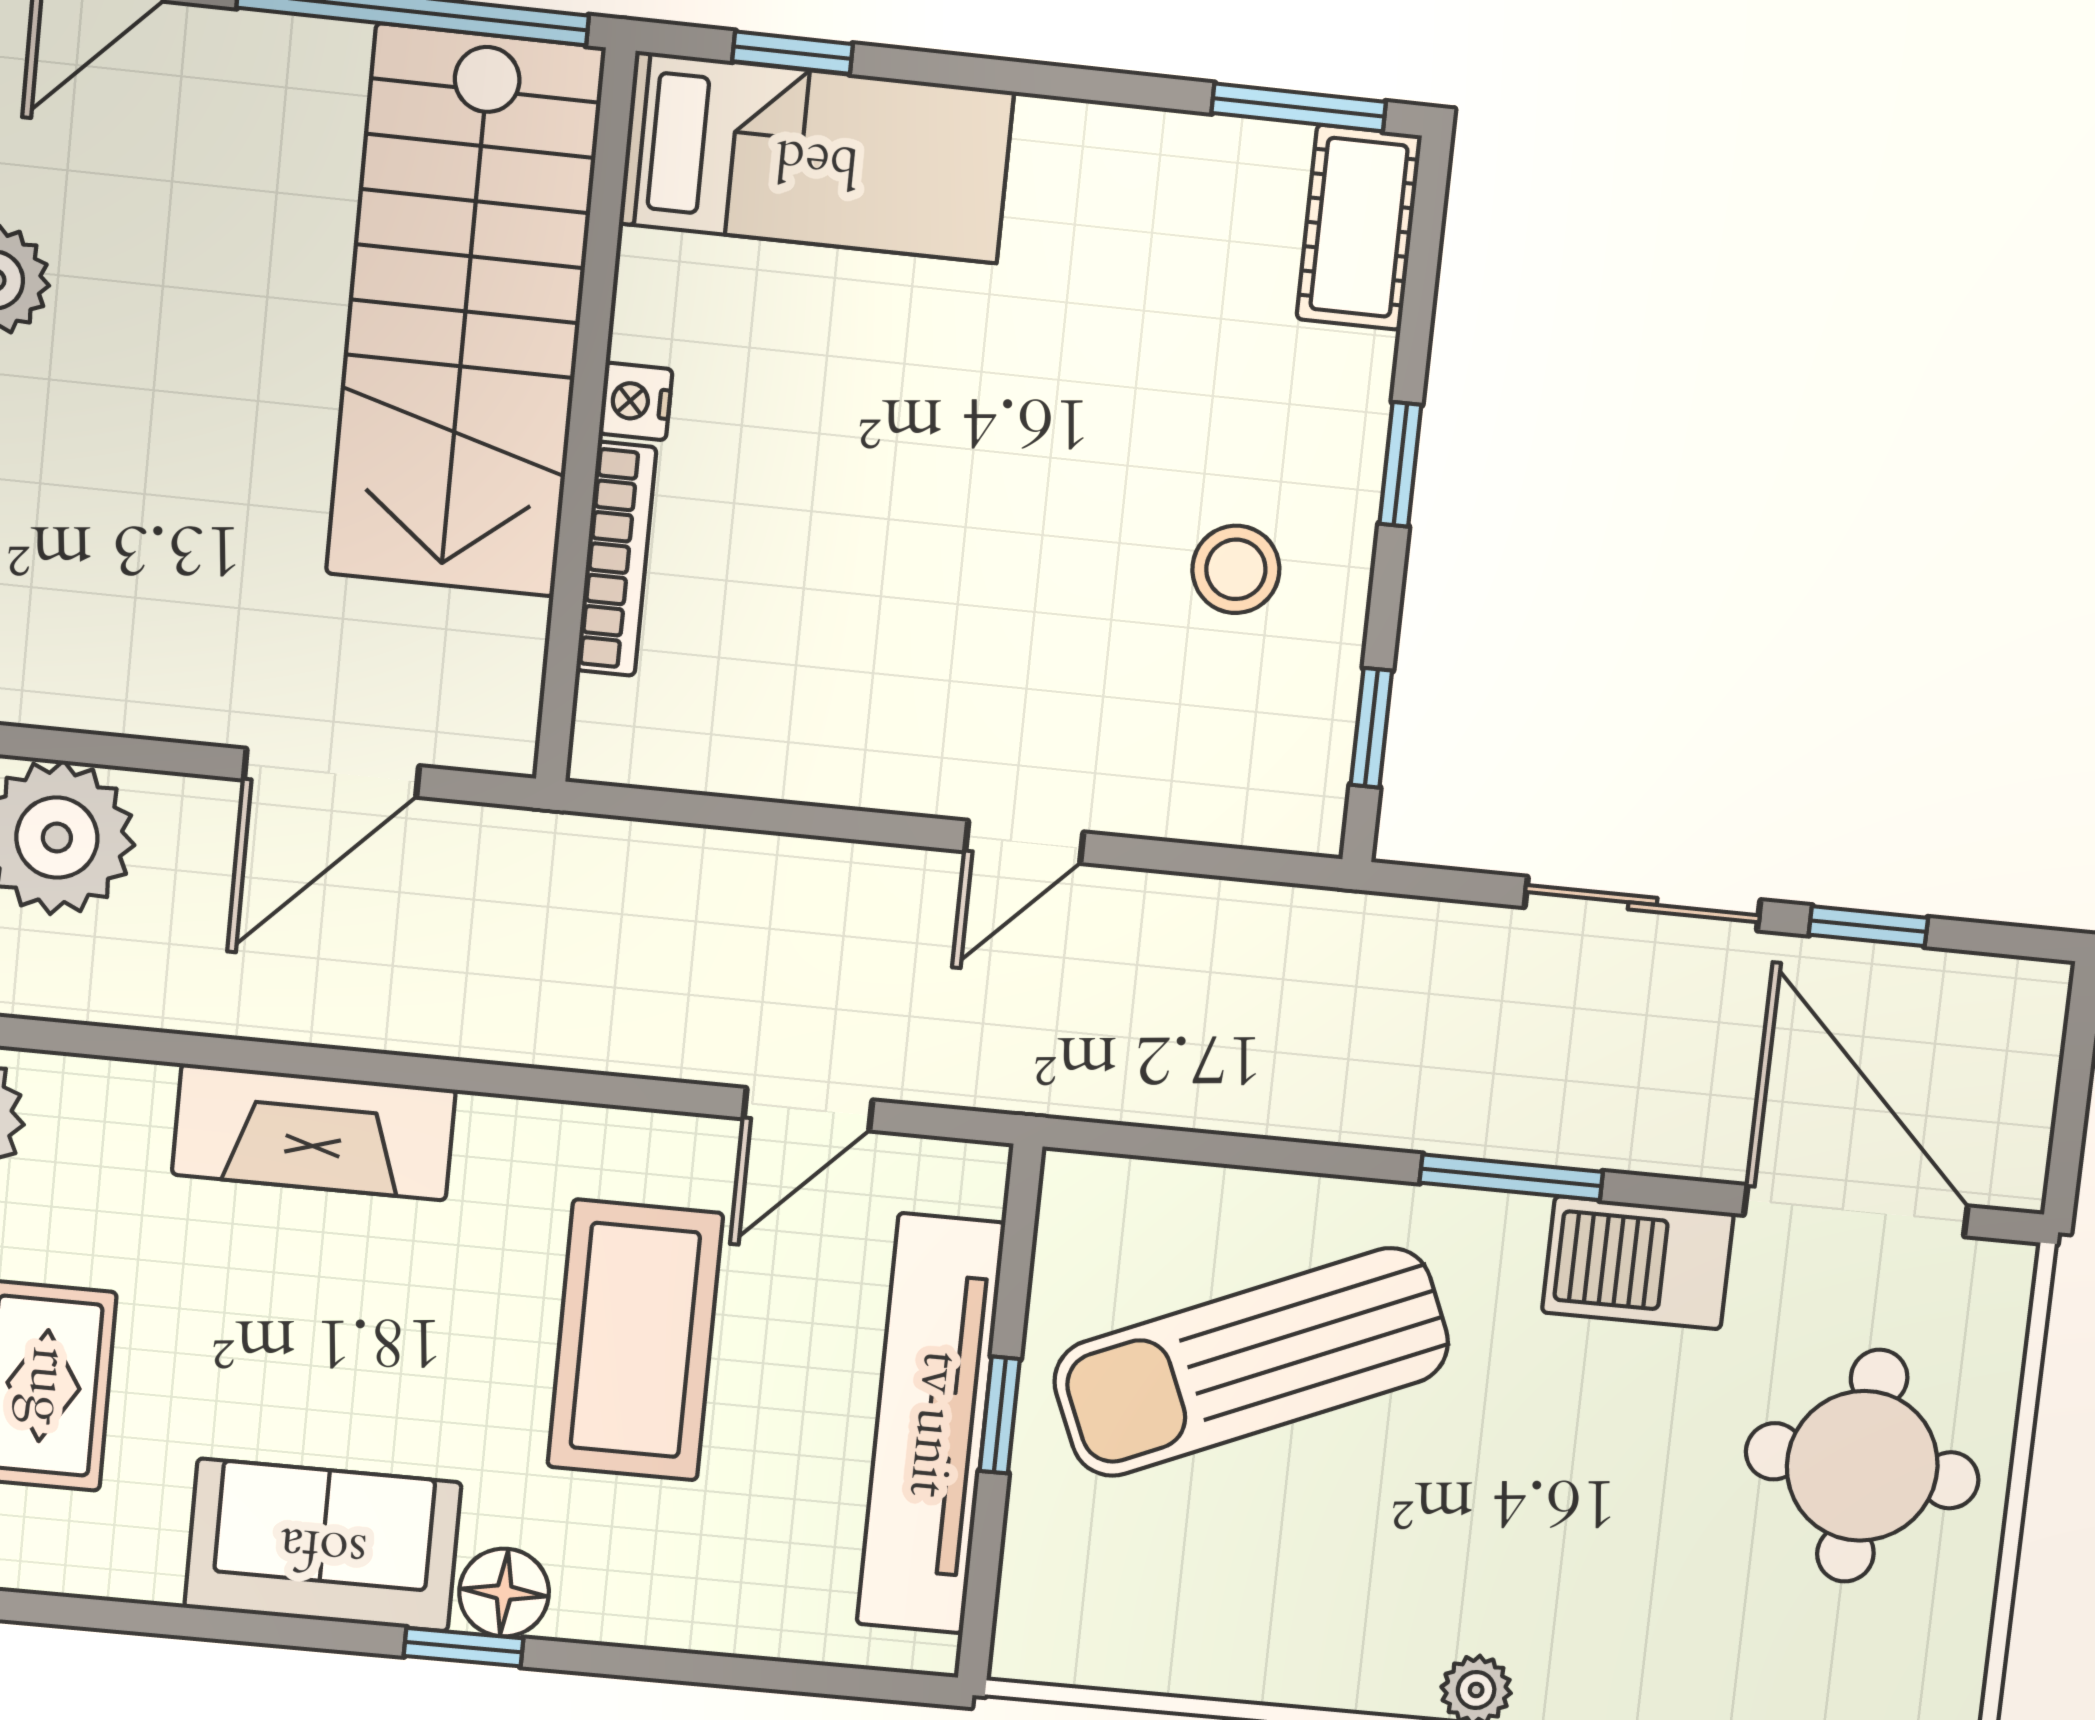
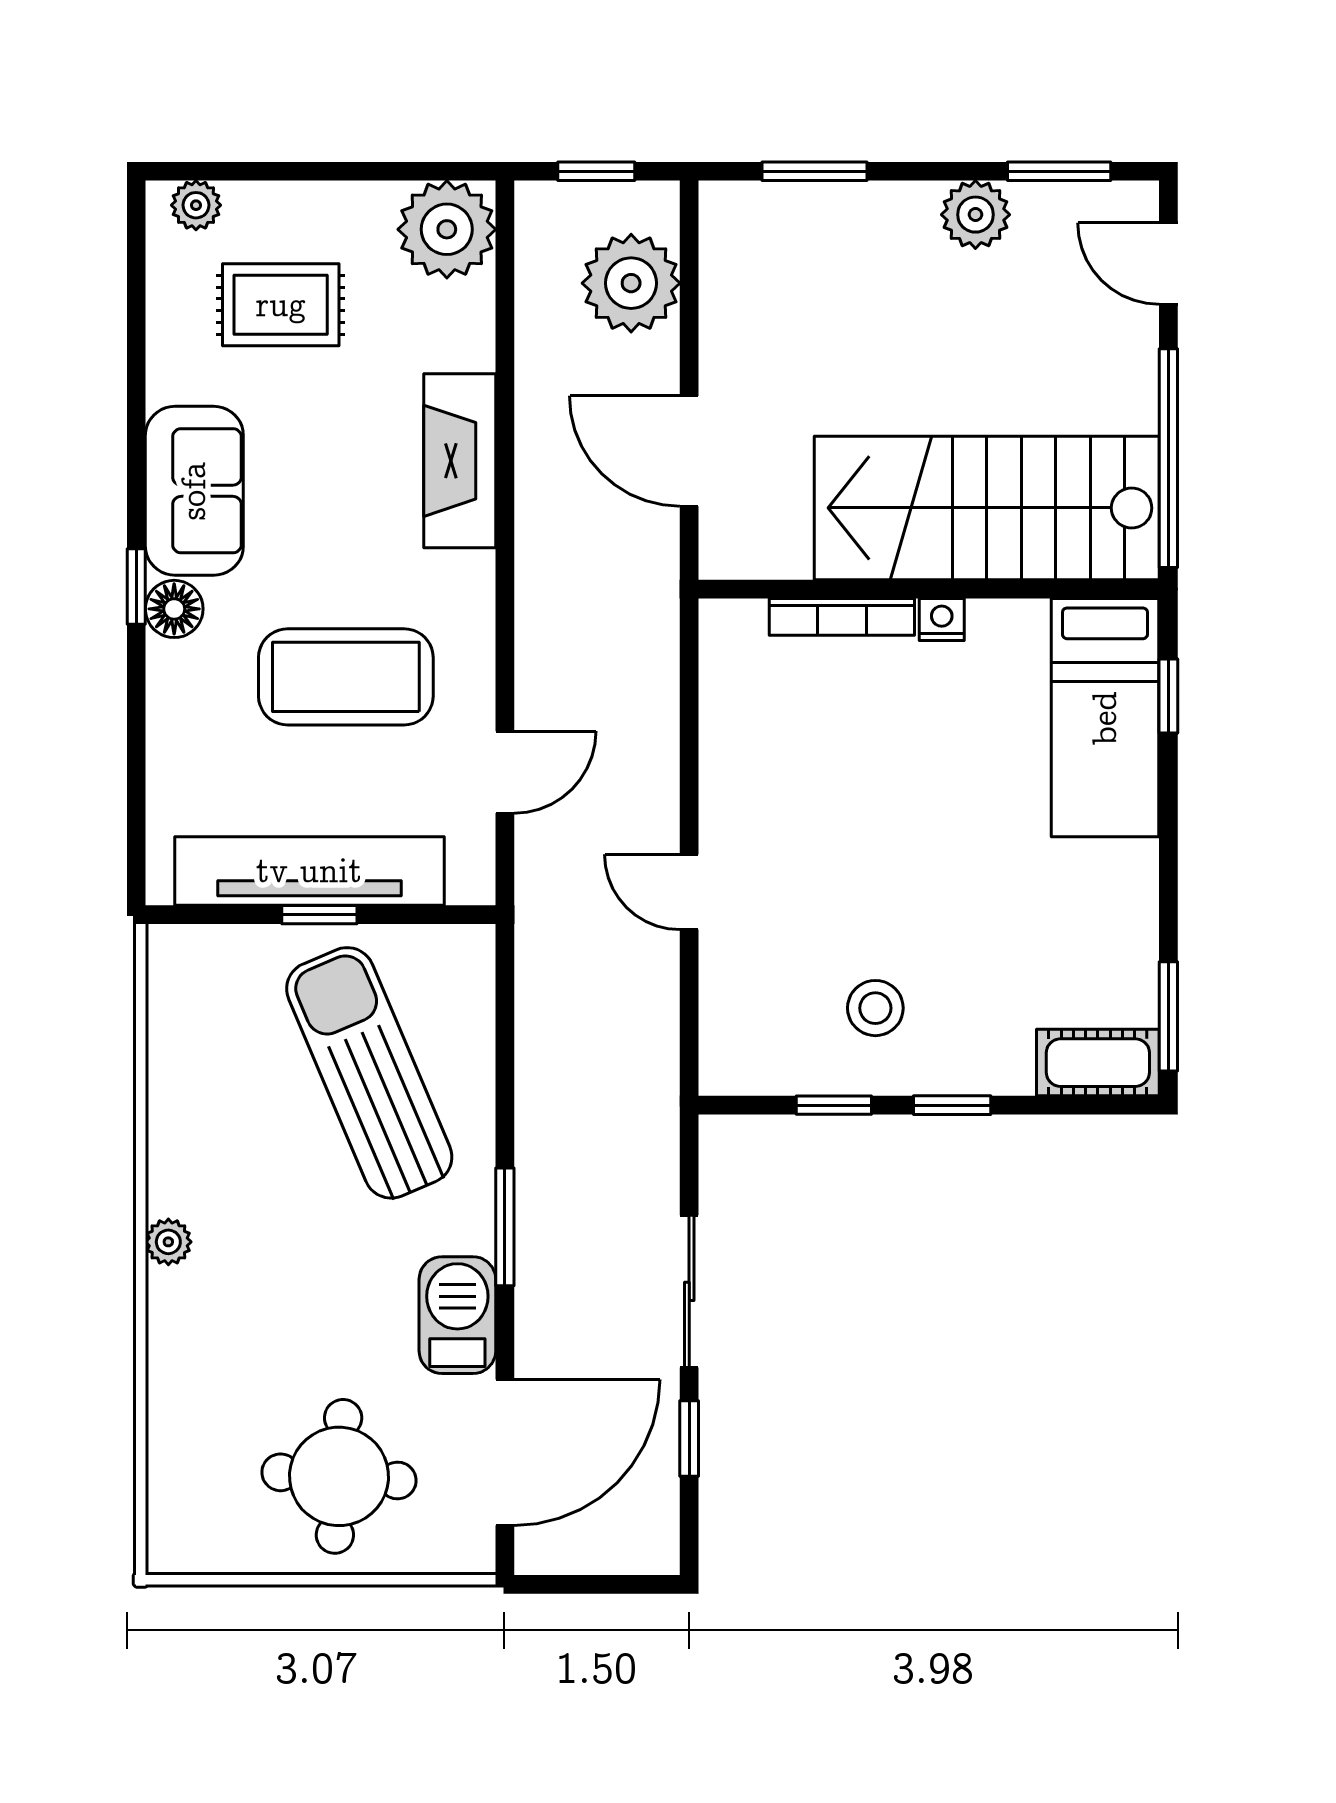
window: (1371, 728) -> (834, 1105), moved
door: (808, 1109) -> (505, 772), swing flipped

